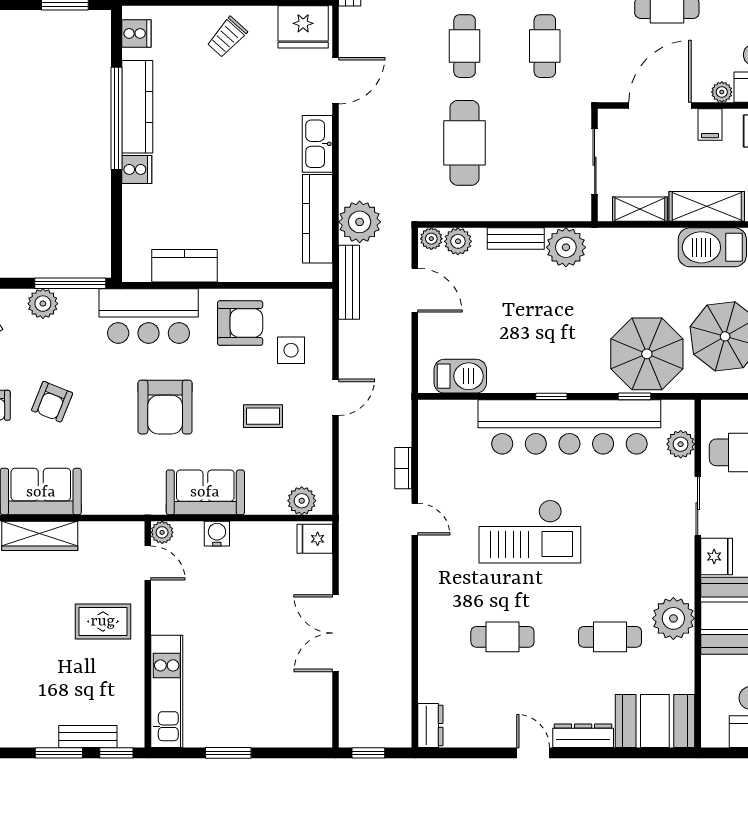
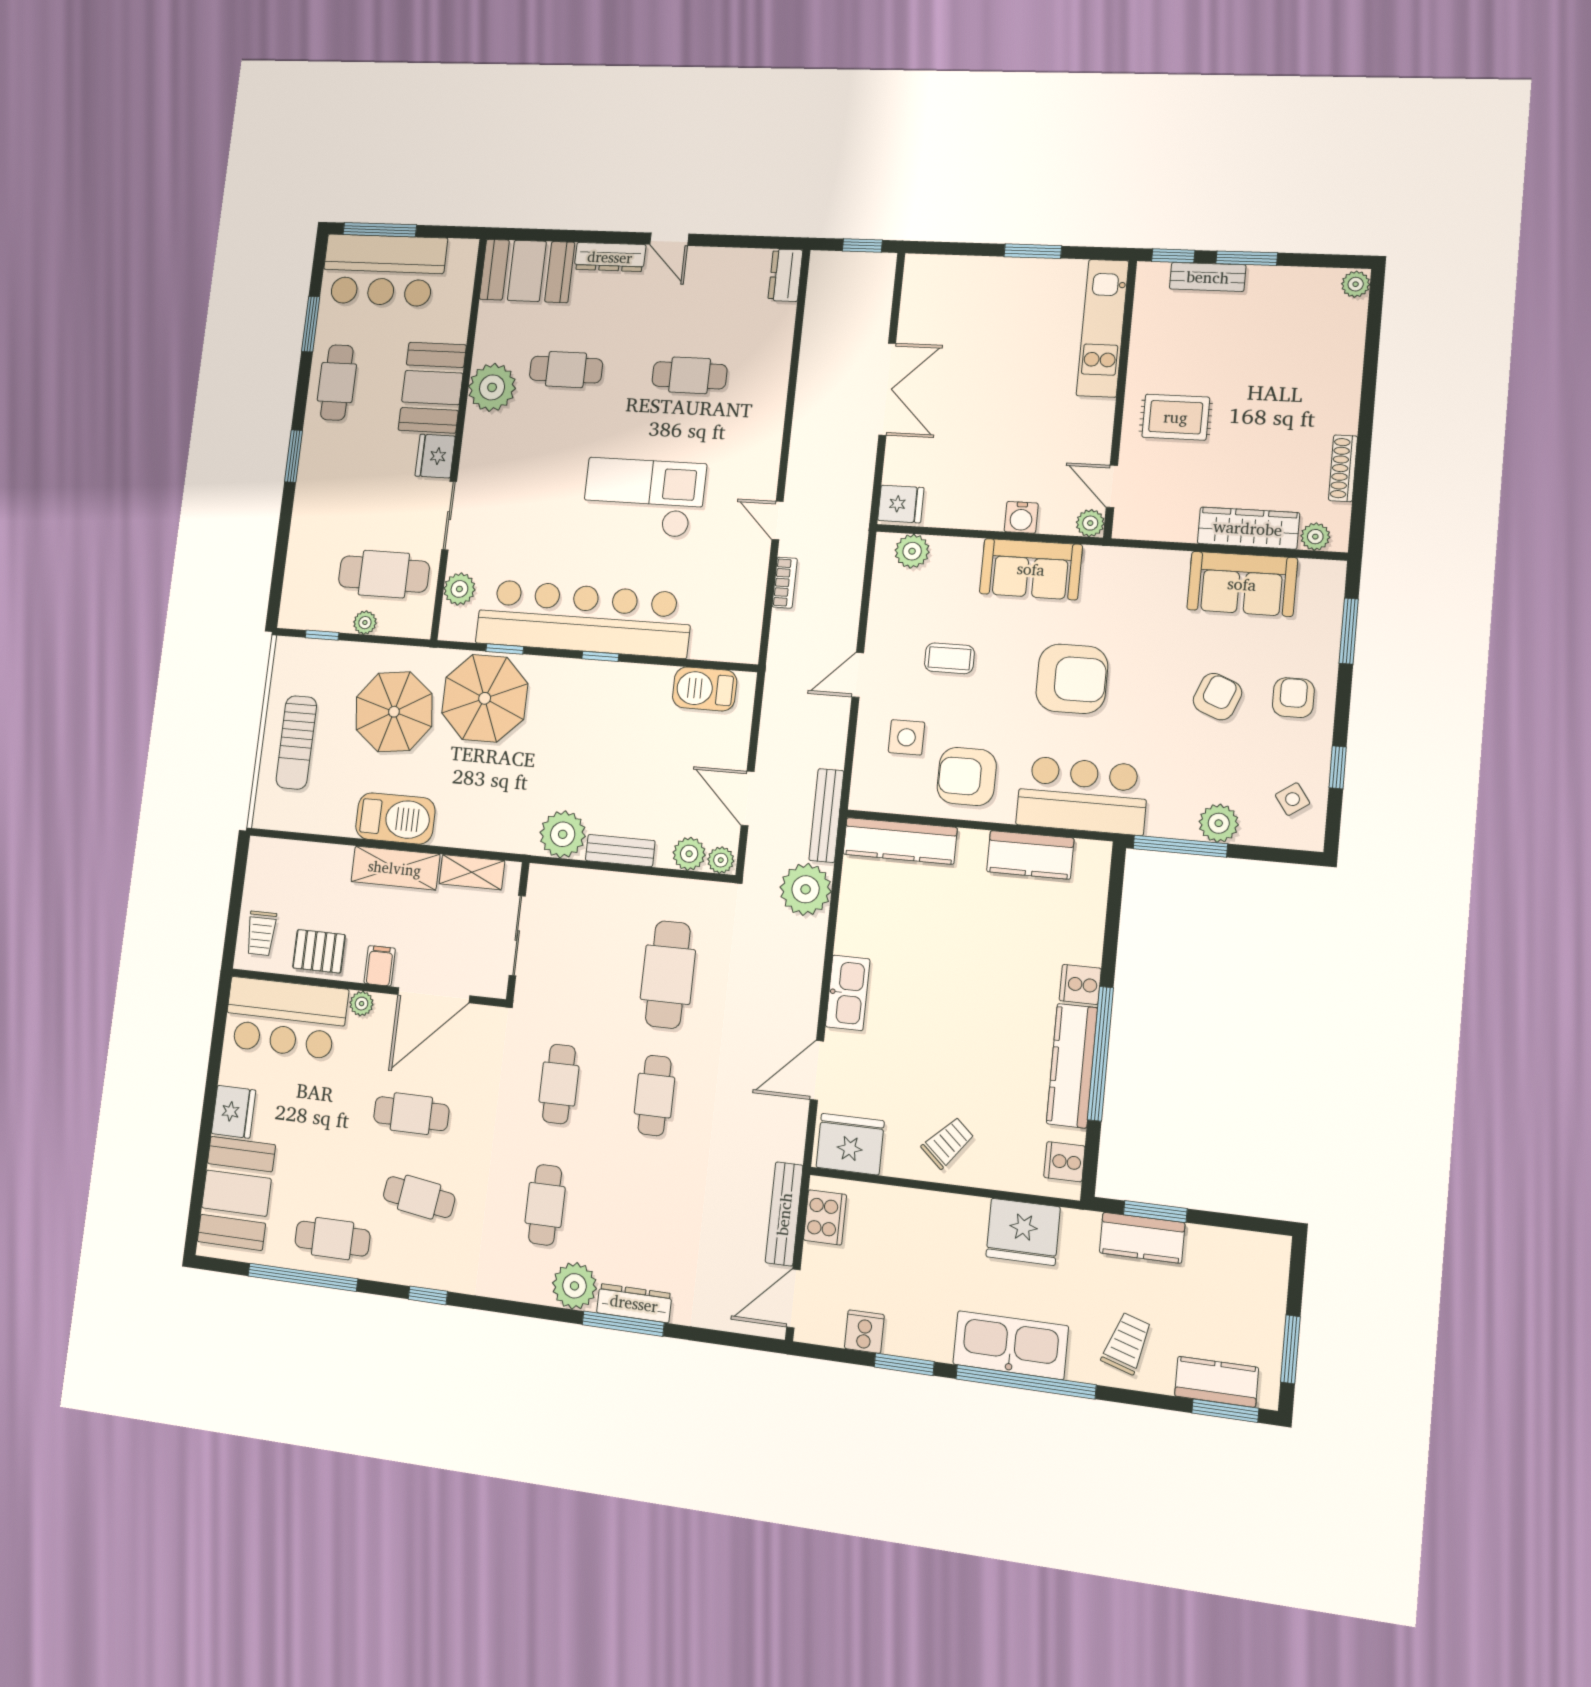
kitchen counter: (317, 219) -> (900, 841), moved, turned 90
armchair: (165, 407) -> (1072, 679), turned 90

